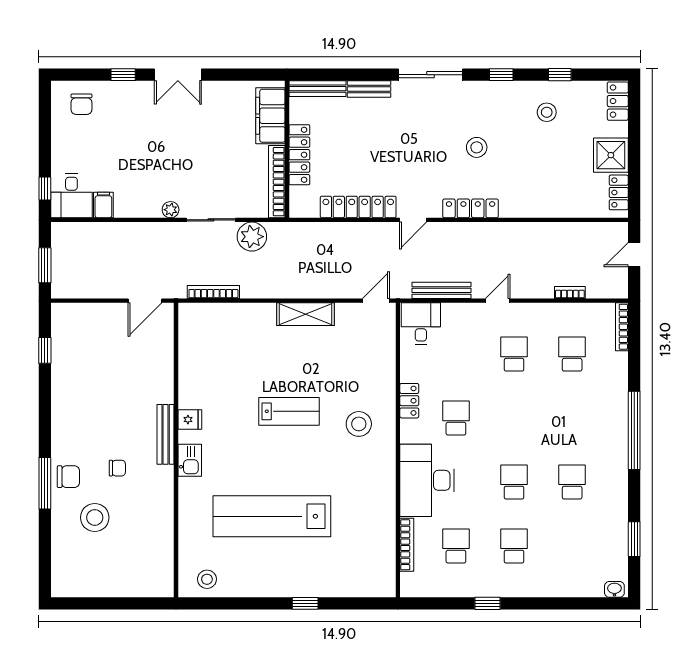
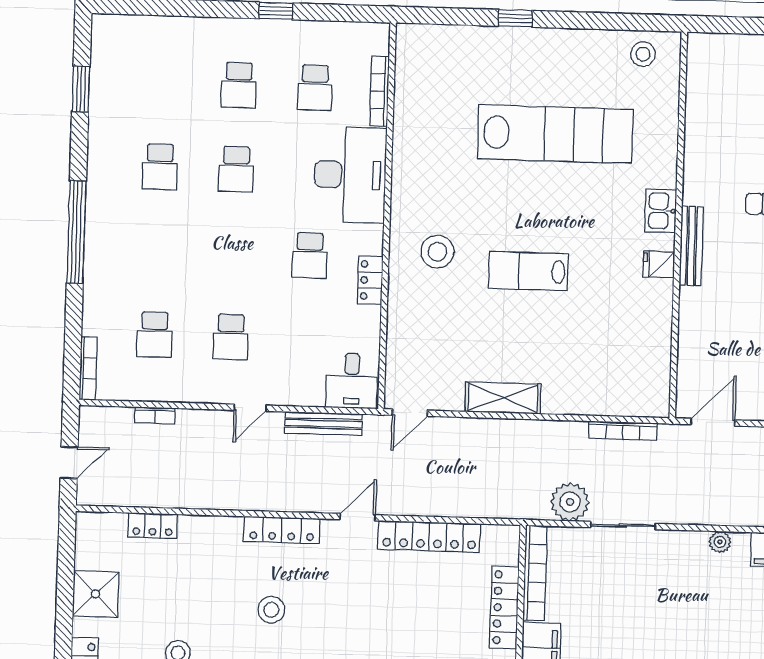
locker: (619, 192) -> (153, 526), moved, turned 90
plant: (171, 210) -> (720, 542), moved
washbasin: (614, 589) -> (109, 24), removed

